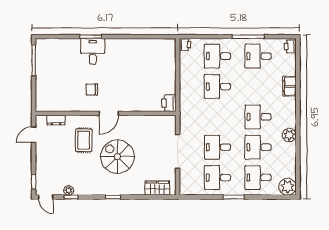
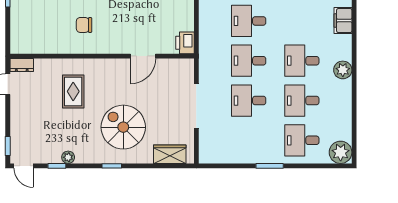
door: (109, 113) -> (143, 56), moved
dresser: (56, 120) -> (22, 65), moved
plant: (289, 135) -> (343, 70), moved
spiral stairs: (117, 157) -> (123, 127), moved
desk: (217, 178) -> (249, 61), moved
plant: (69, 190) -> (68, 157), moved

